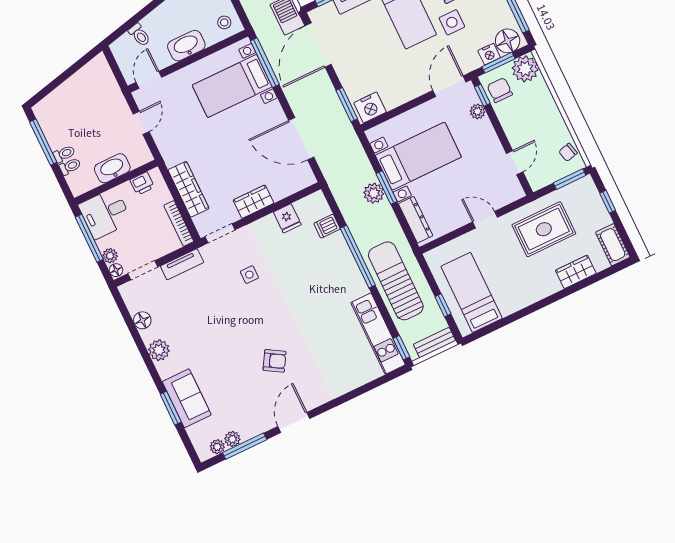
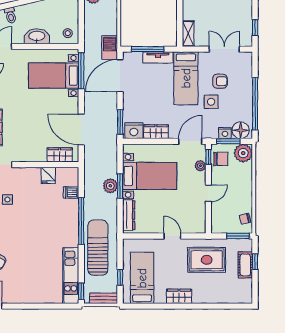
chair: (500, 90) -> (221, 159), turned 90
wardrobe: (399, 95) -> (156, 132), added
door: (515, 163) -> (208, 193), moved
wardrobe: (253, 202) -> (60, 155), moved
cot: (613, 245) -> (245, 265), moved
wardrobe: (576, 272) -> (179, 296), moved

